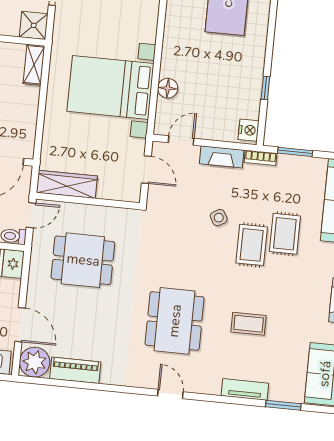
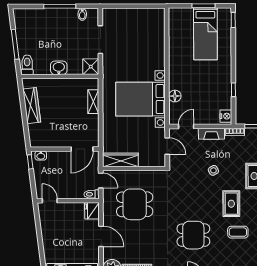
shelving: (34, 65) -> (93, 102), moved
door: (31, 215) -> (101, 181), hinge flipped
rug: (252, 245) -> (231, 204), moved
dining table: (175, 321) -> (193, 235), width x0.73
door: (20, 325) -> (101, 236), moved

